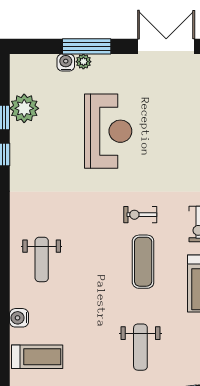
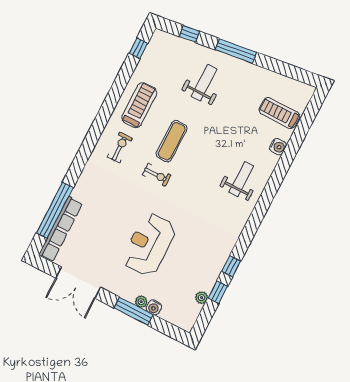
plant: (24, 108) -> (201, 298), width x0.53, depth x0.53

